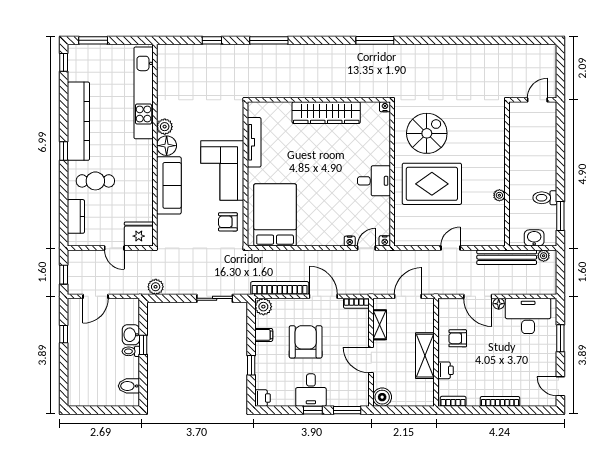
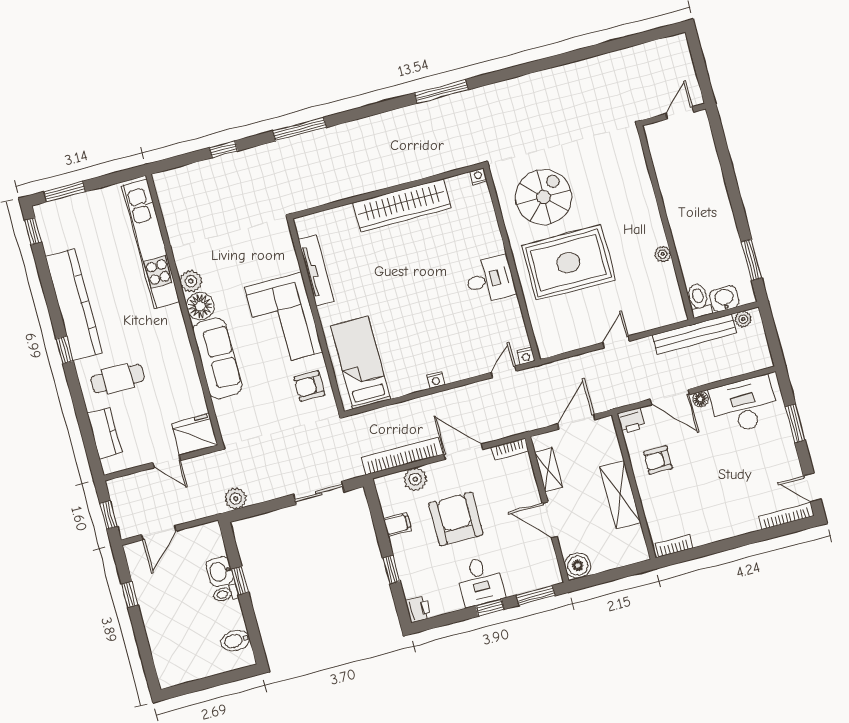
toilet: (545, 198) -> (699, 300), moved, turned 90
bed: (275, 215) -> (360, 363), width x0.67
nightstand: (350, 241) -> (436, 380), moved
plant: (263, 307) -> (415, 479), moved
printer: (446, 370) -> (631, 421), moved, turned 90
bookcase: (500, 401) -> (786, 516), moved

